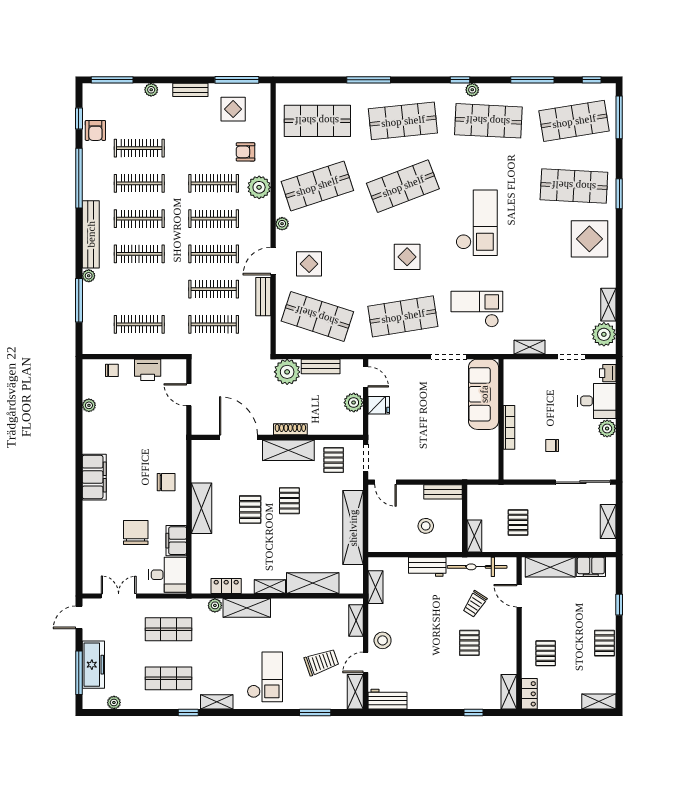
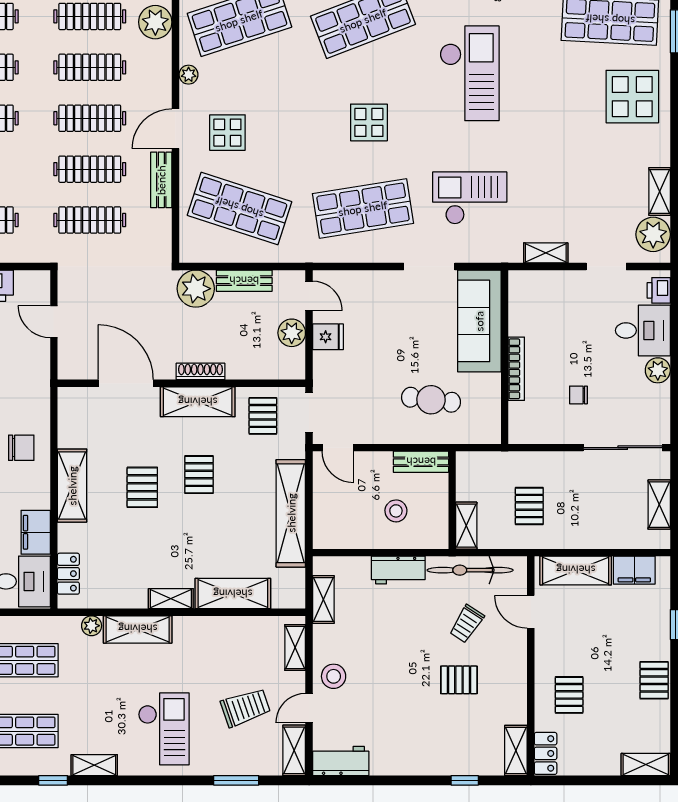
cafe table: (450, 449) -> (431, 400), added
locker: (226, 586) -> (68, 574), moved, turned 90
pallet: (469, 643) -> (459, 680), turned 90

